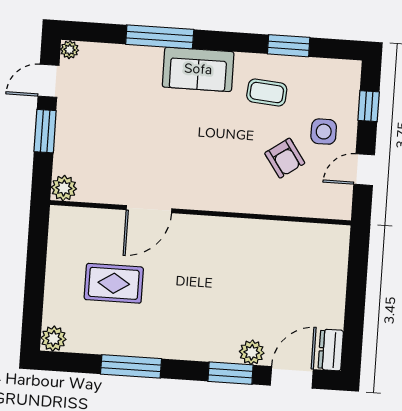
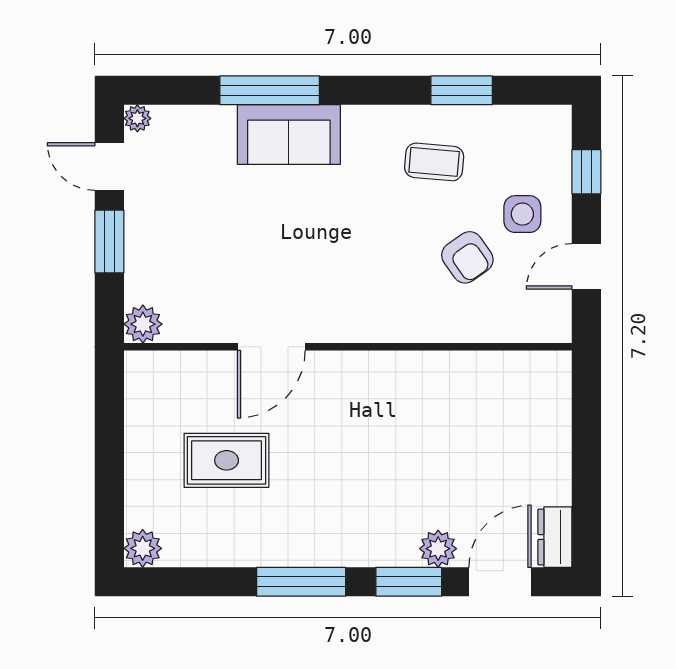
sofa: (198, 69) -> (289, 134), moved
door: (49, 81) -> (109, 166), hinge flipped
window: (131, 366) -> (301, 582), moved

